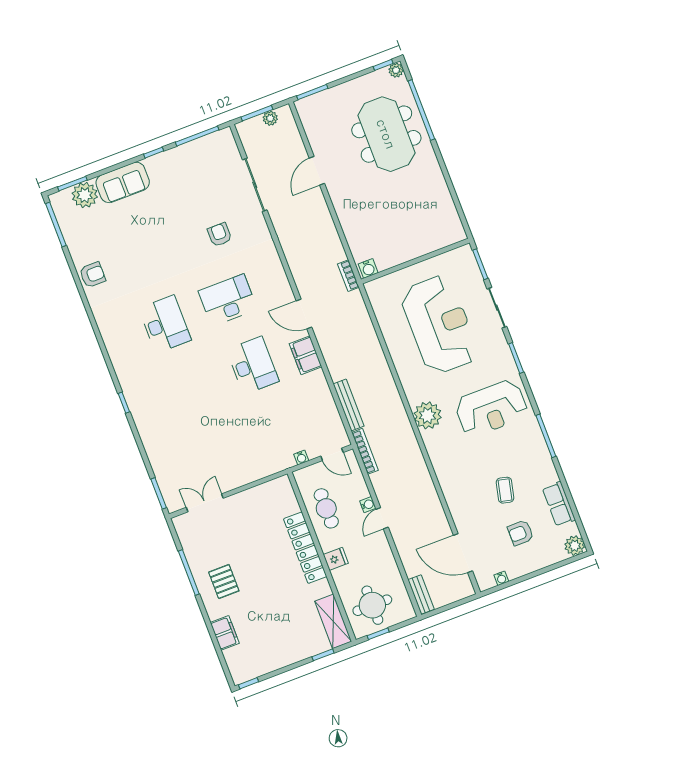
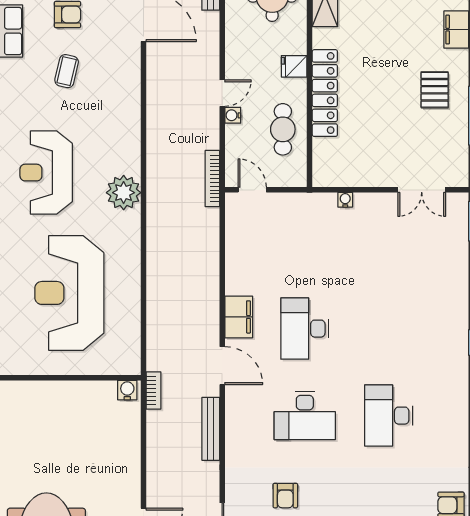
bench: (349, 405) -> (211, 429), moved
reception desk: (491, 408) -> (46, 173), turned -90
water cooler: (301, 457) -> (345, 200), moved

